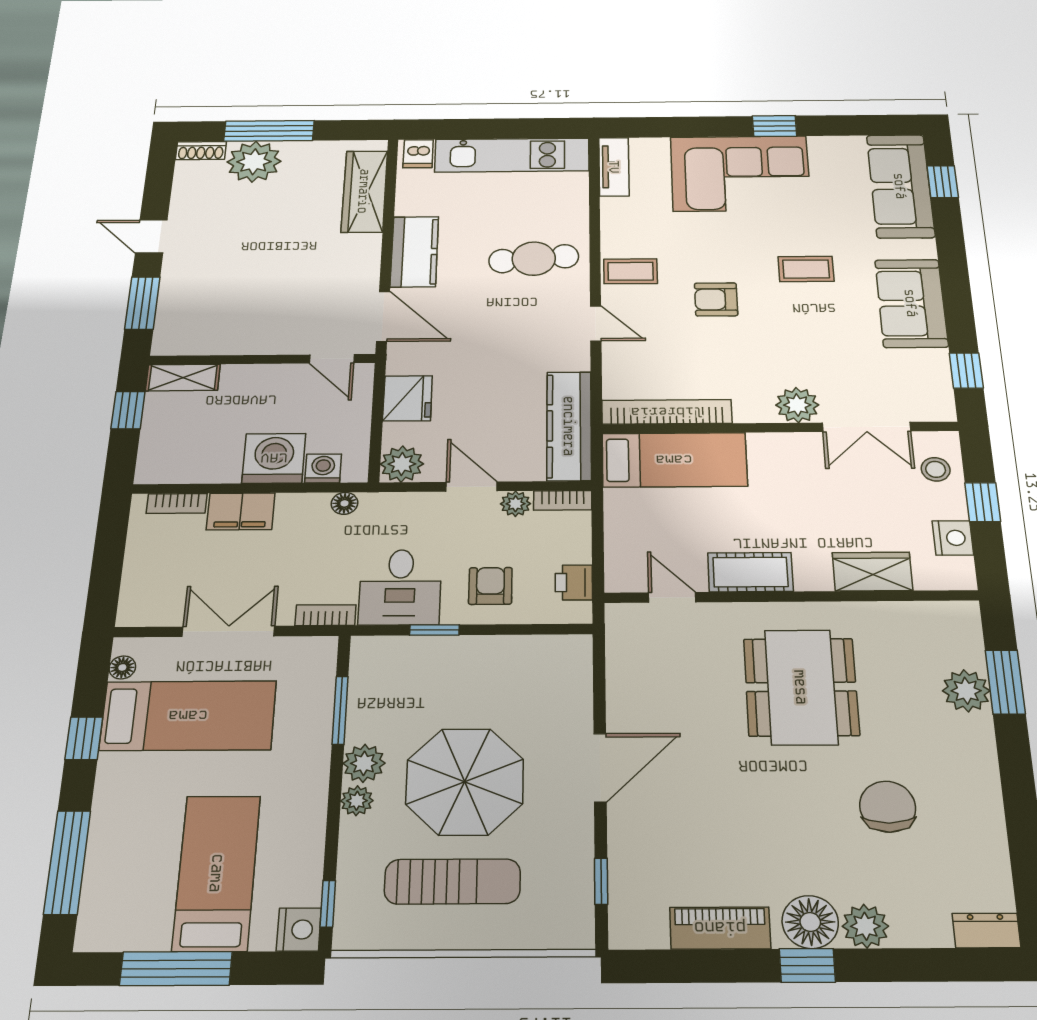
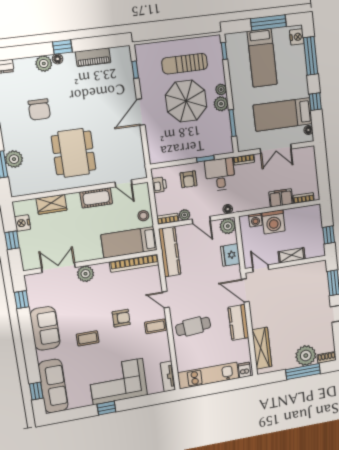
shelving: (183, 378) -> (292, 255), moved
stool: (936, 469) -> (143, 216), moved
floor lamp: (345, 503) -> (228, 209), moved
floor lamp: (810, 922) -> (58, 59), width x0.53, depth x0.53
nightstand: (299, 930) -> (297, 37), moved, turned 180

